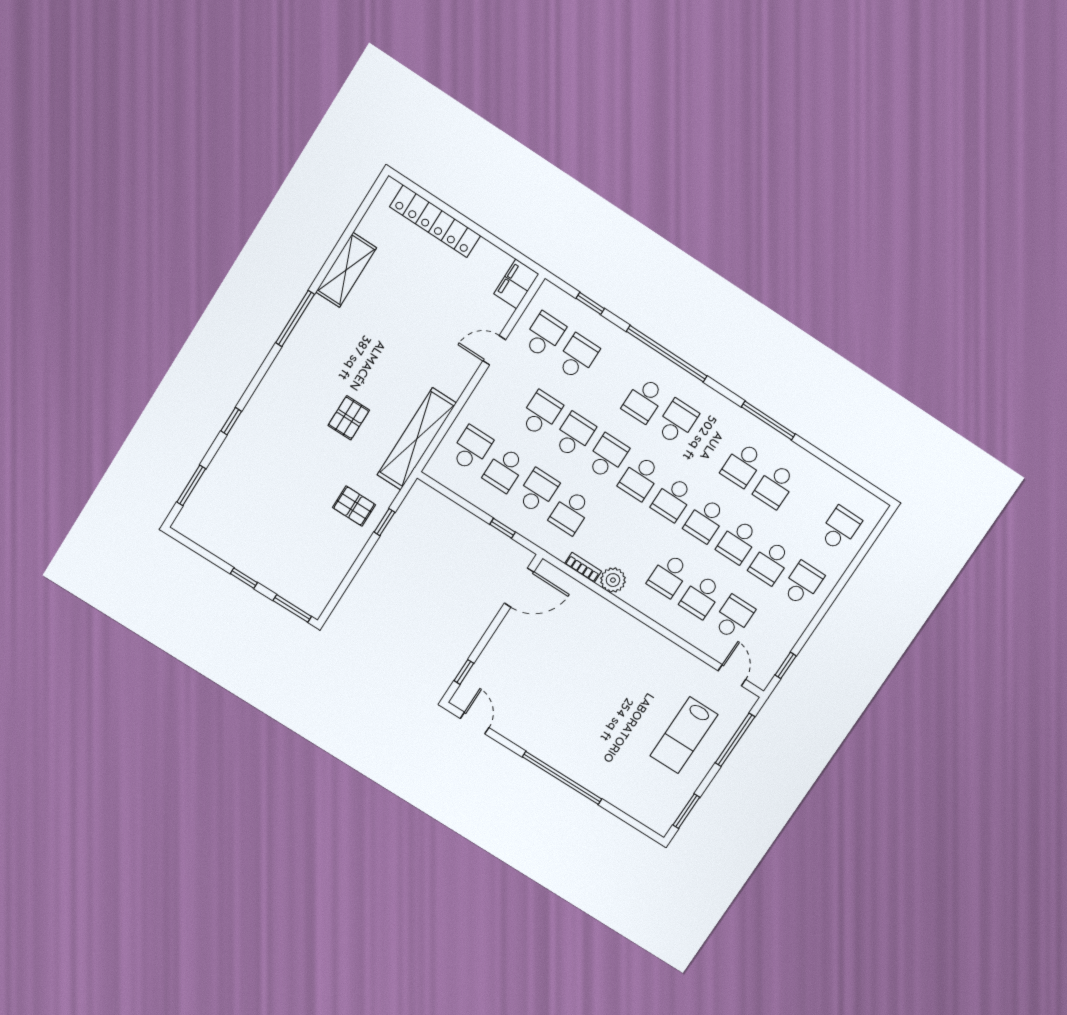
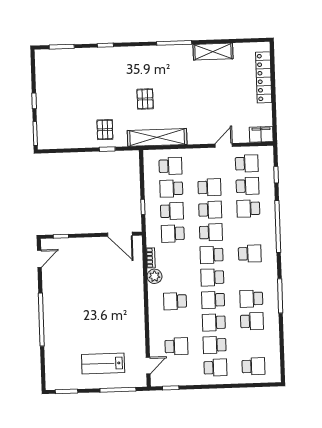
door: (494, 350) -> (224, 145), hinge flipped
school desk: (644, 400) -> (248, 209), moved
pallet: (349, 418) -> (145, 99), turned 90
school desk: (775, 486) -> (252, 321), turned 180
school desk: (701, 596) -> (176, 324), removed

